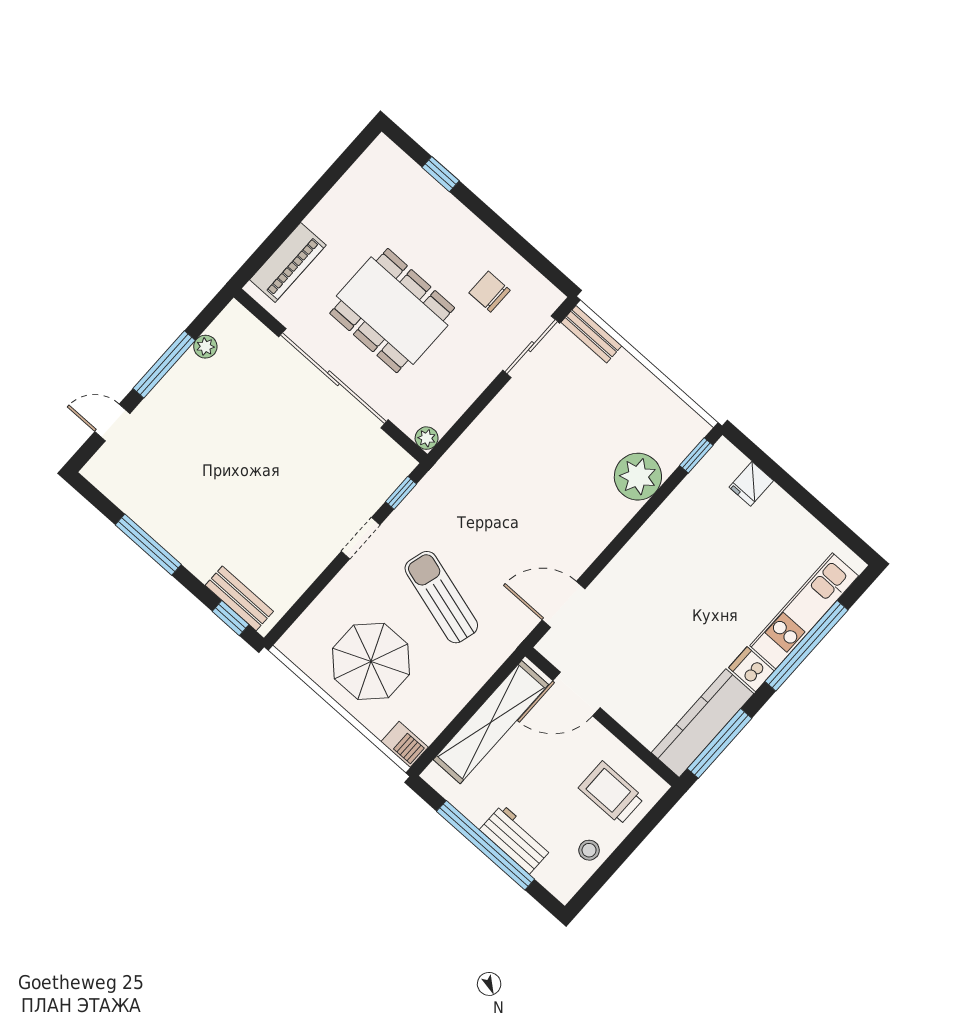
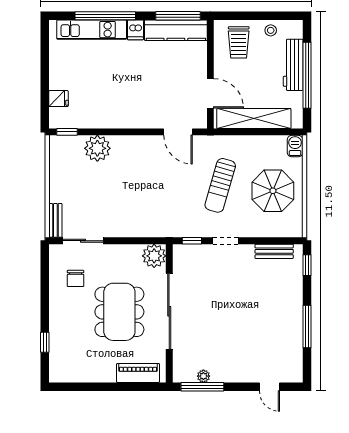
window: (164, 364) -> (202, 387), moved
plant: (427, 438) -> (154, 256), width x1.88, depth x1.88
bench: (239, 598) -> (274, 251), moved, turned 90
workbench: (516, 839) -> (293, 65), width x1.38

